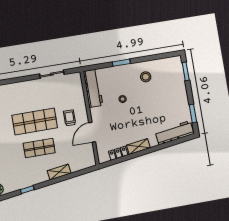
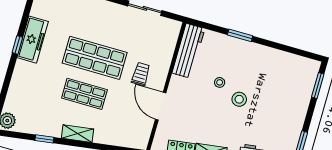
stool: (146, 77) -> (239, 99), moved
door: (92, 132) -> (161, 106), hinge flipped
shelving: (59, 172) -> (78, 134), moved

